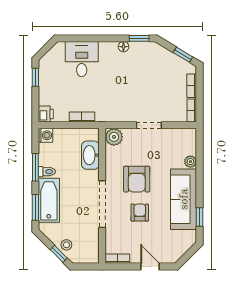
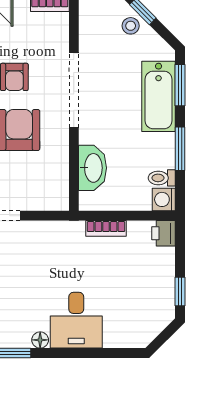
desk: (82, 59) -> (76, 320), moved
plant: (114, 137) -> (55, 197), removed
toilet: (47, 172) -> (162, 178), moved

